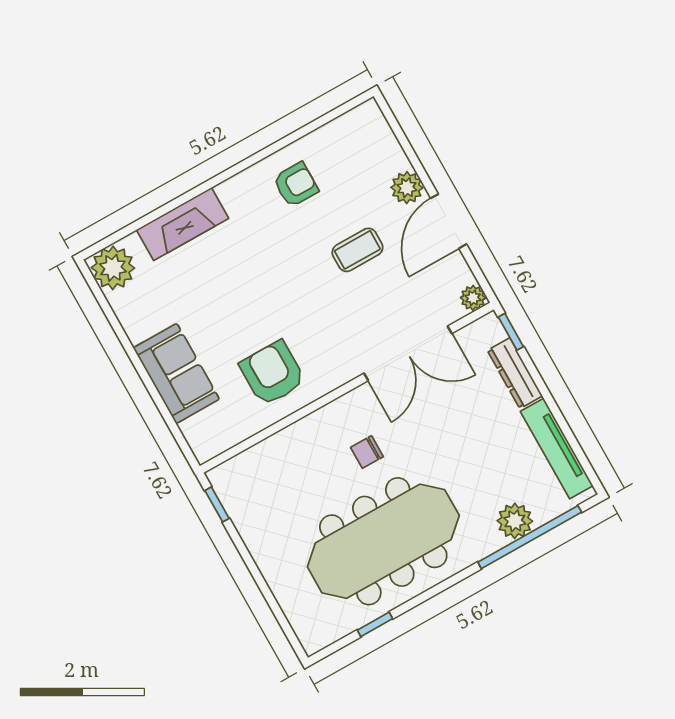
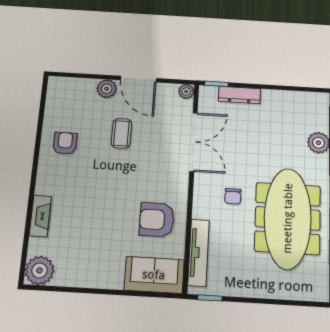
fireplace: (183, 224) -> (40, 216), width x0.73, depth x0.76
sofa: (176, 373) -> (154, 275), moved
tv unit: (557, 449) -> (199, 253), moved, turned -90

